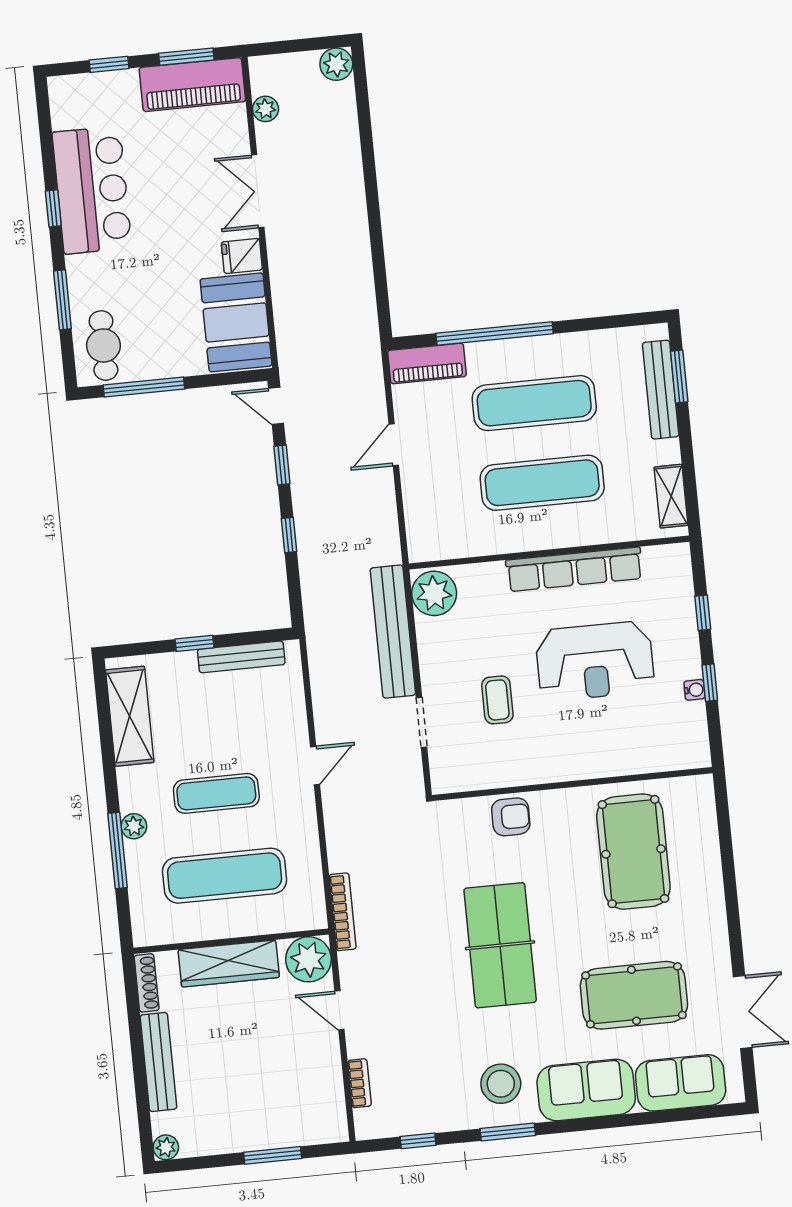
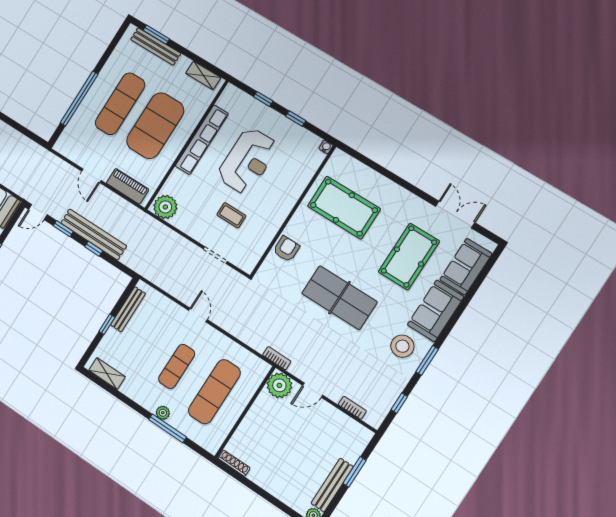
piano: (427, 363) -> (128, 186), moved, turned -90
exercise mat: (542, 483) -> (155, 126), width x1.47
bench: (393, 632) -> (94, 234), moved
water cooler: (694, 690) -> (326, 147), moved
shelving: (130, 716) -> (107, 374), width x0.67, depth x0.75
bookcase: (343, 912) -> (277, 358), width x0.64
wardrobe: (229, 963) -> (254, 421), removed
bench: (158, 1062) -> (332, 485), moved, turned 90

